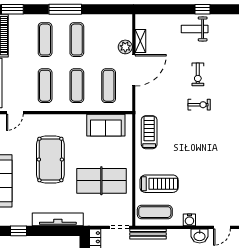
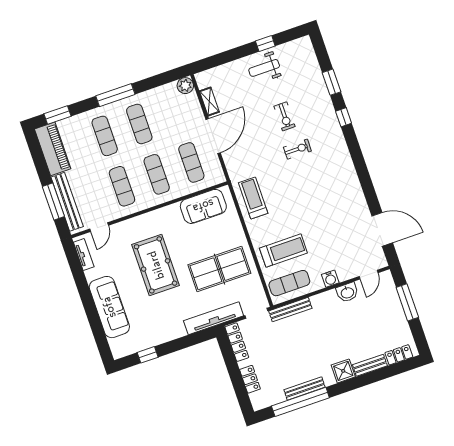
plant: (125, 47) -> (185, 86), moved
tv unit: (58, 219) -> (214, 318), moved

